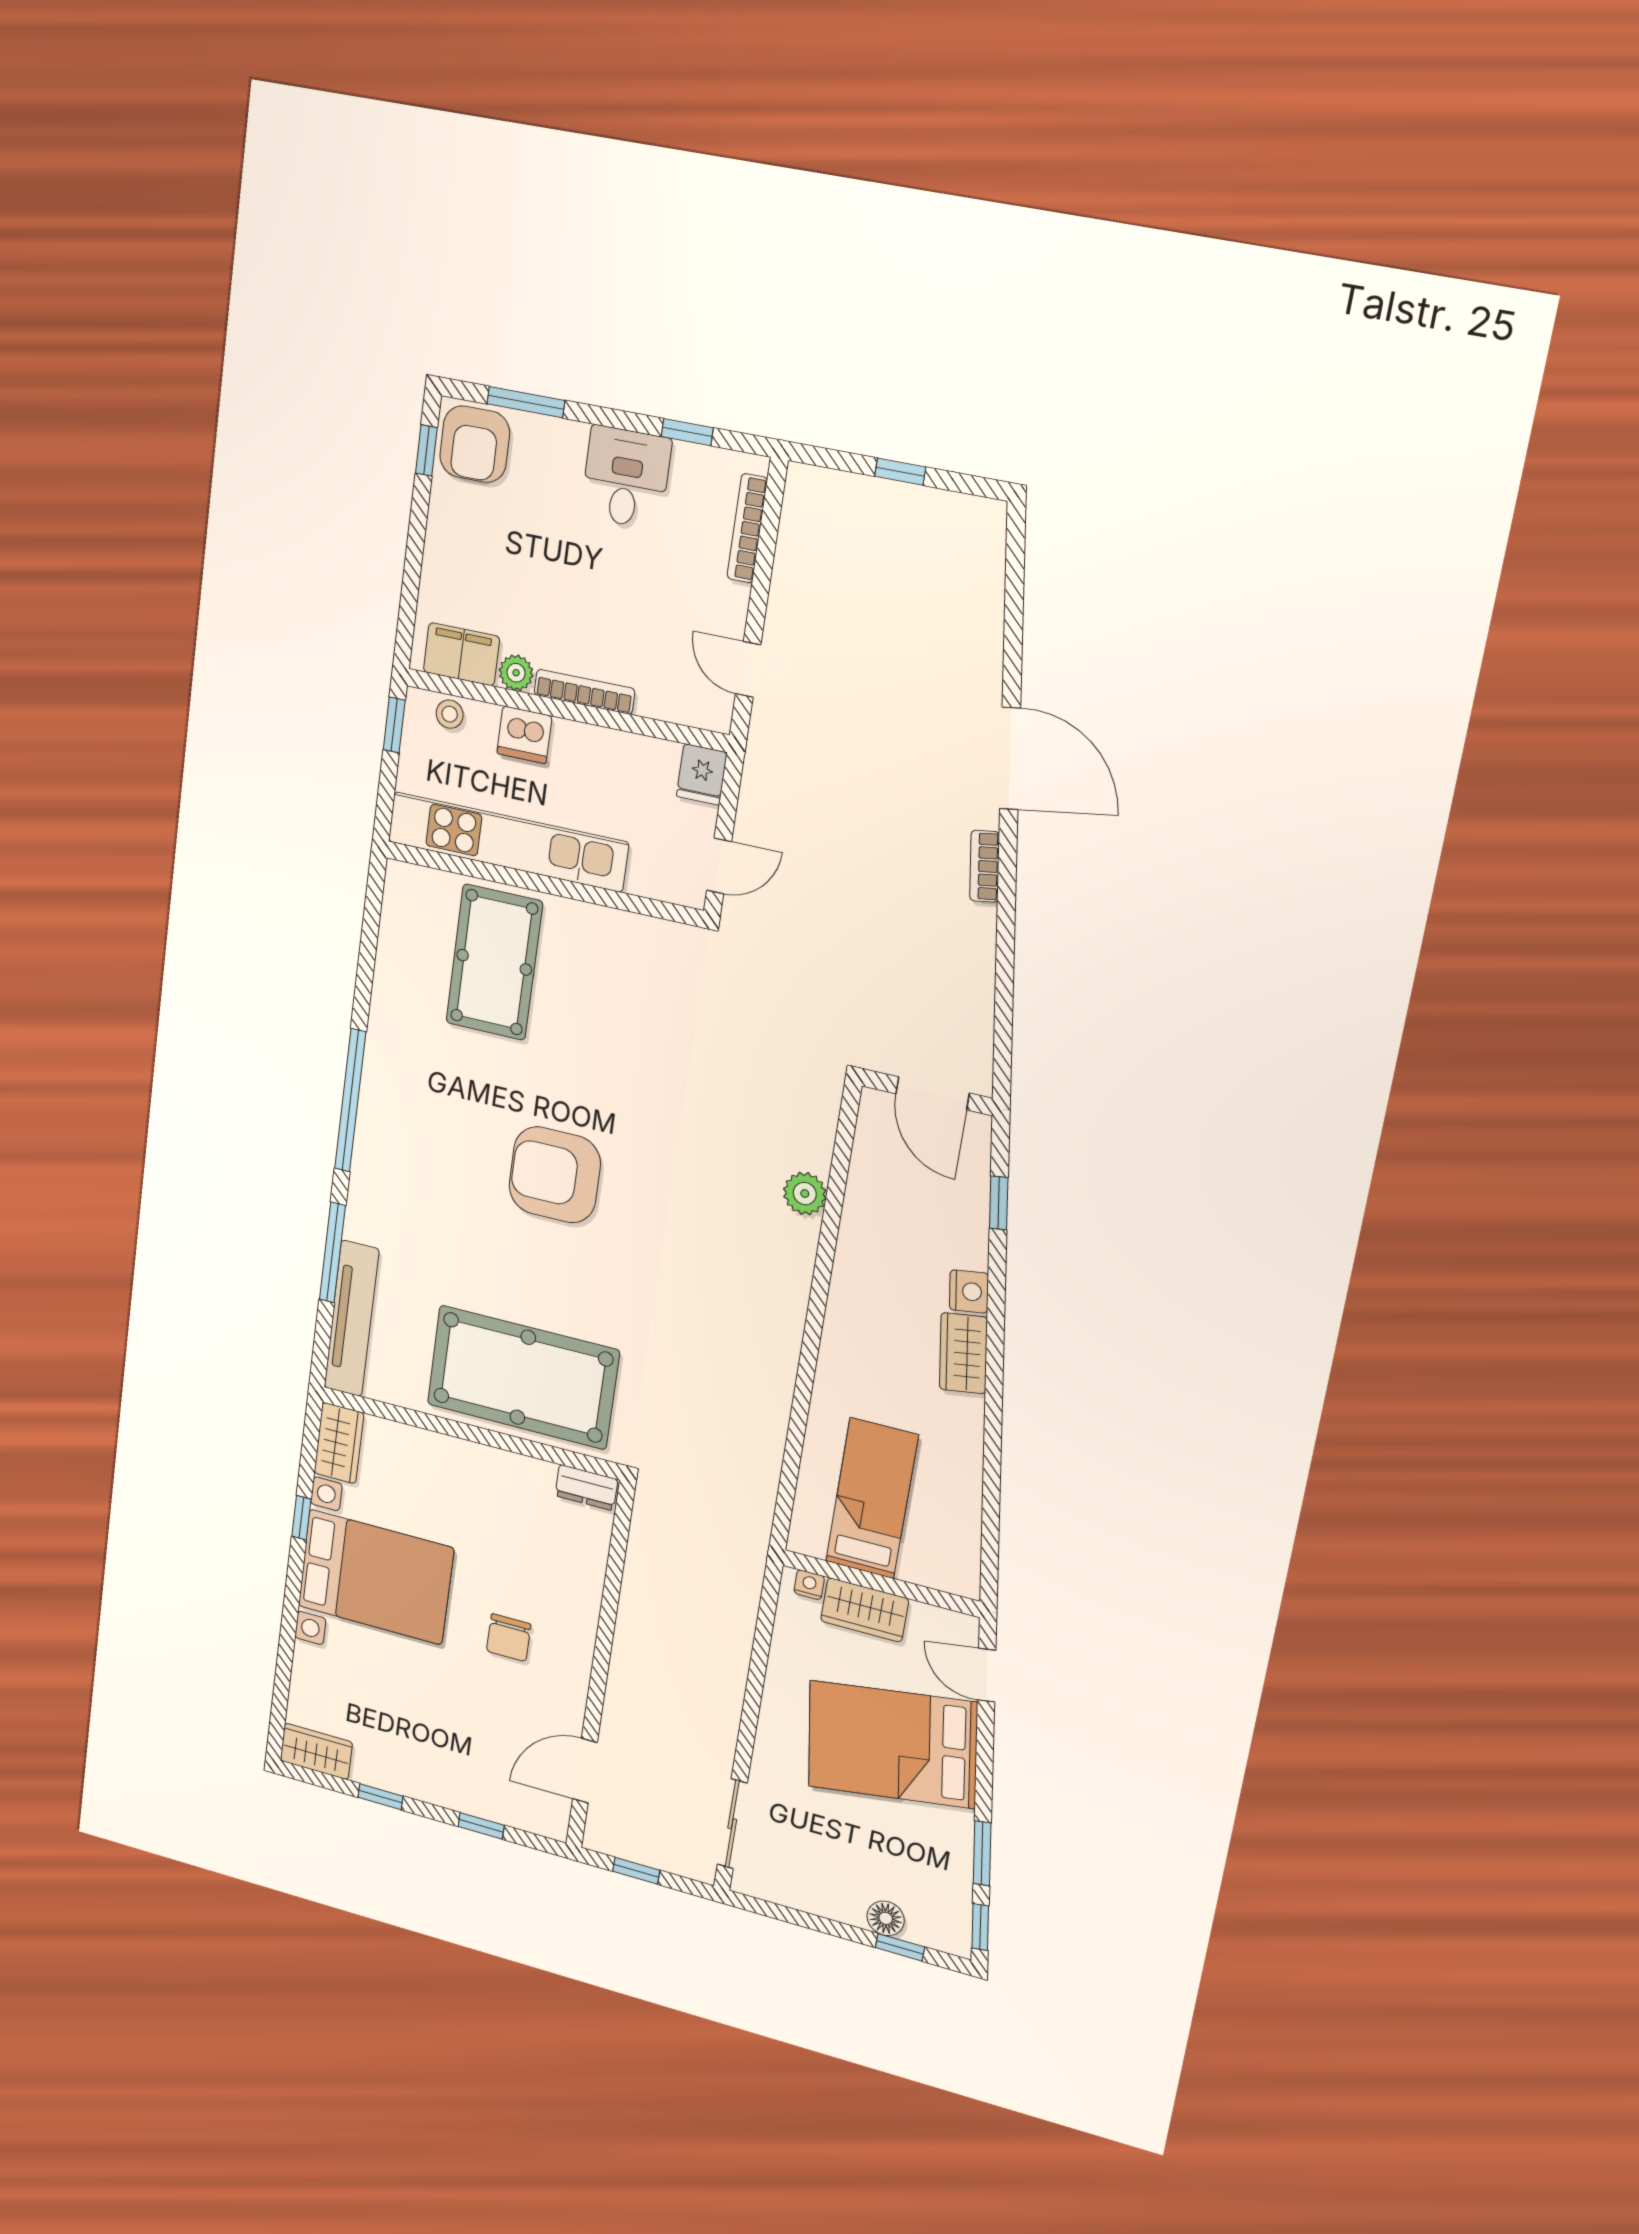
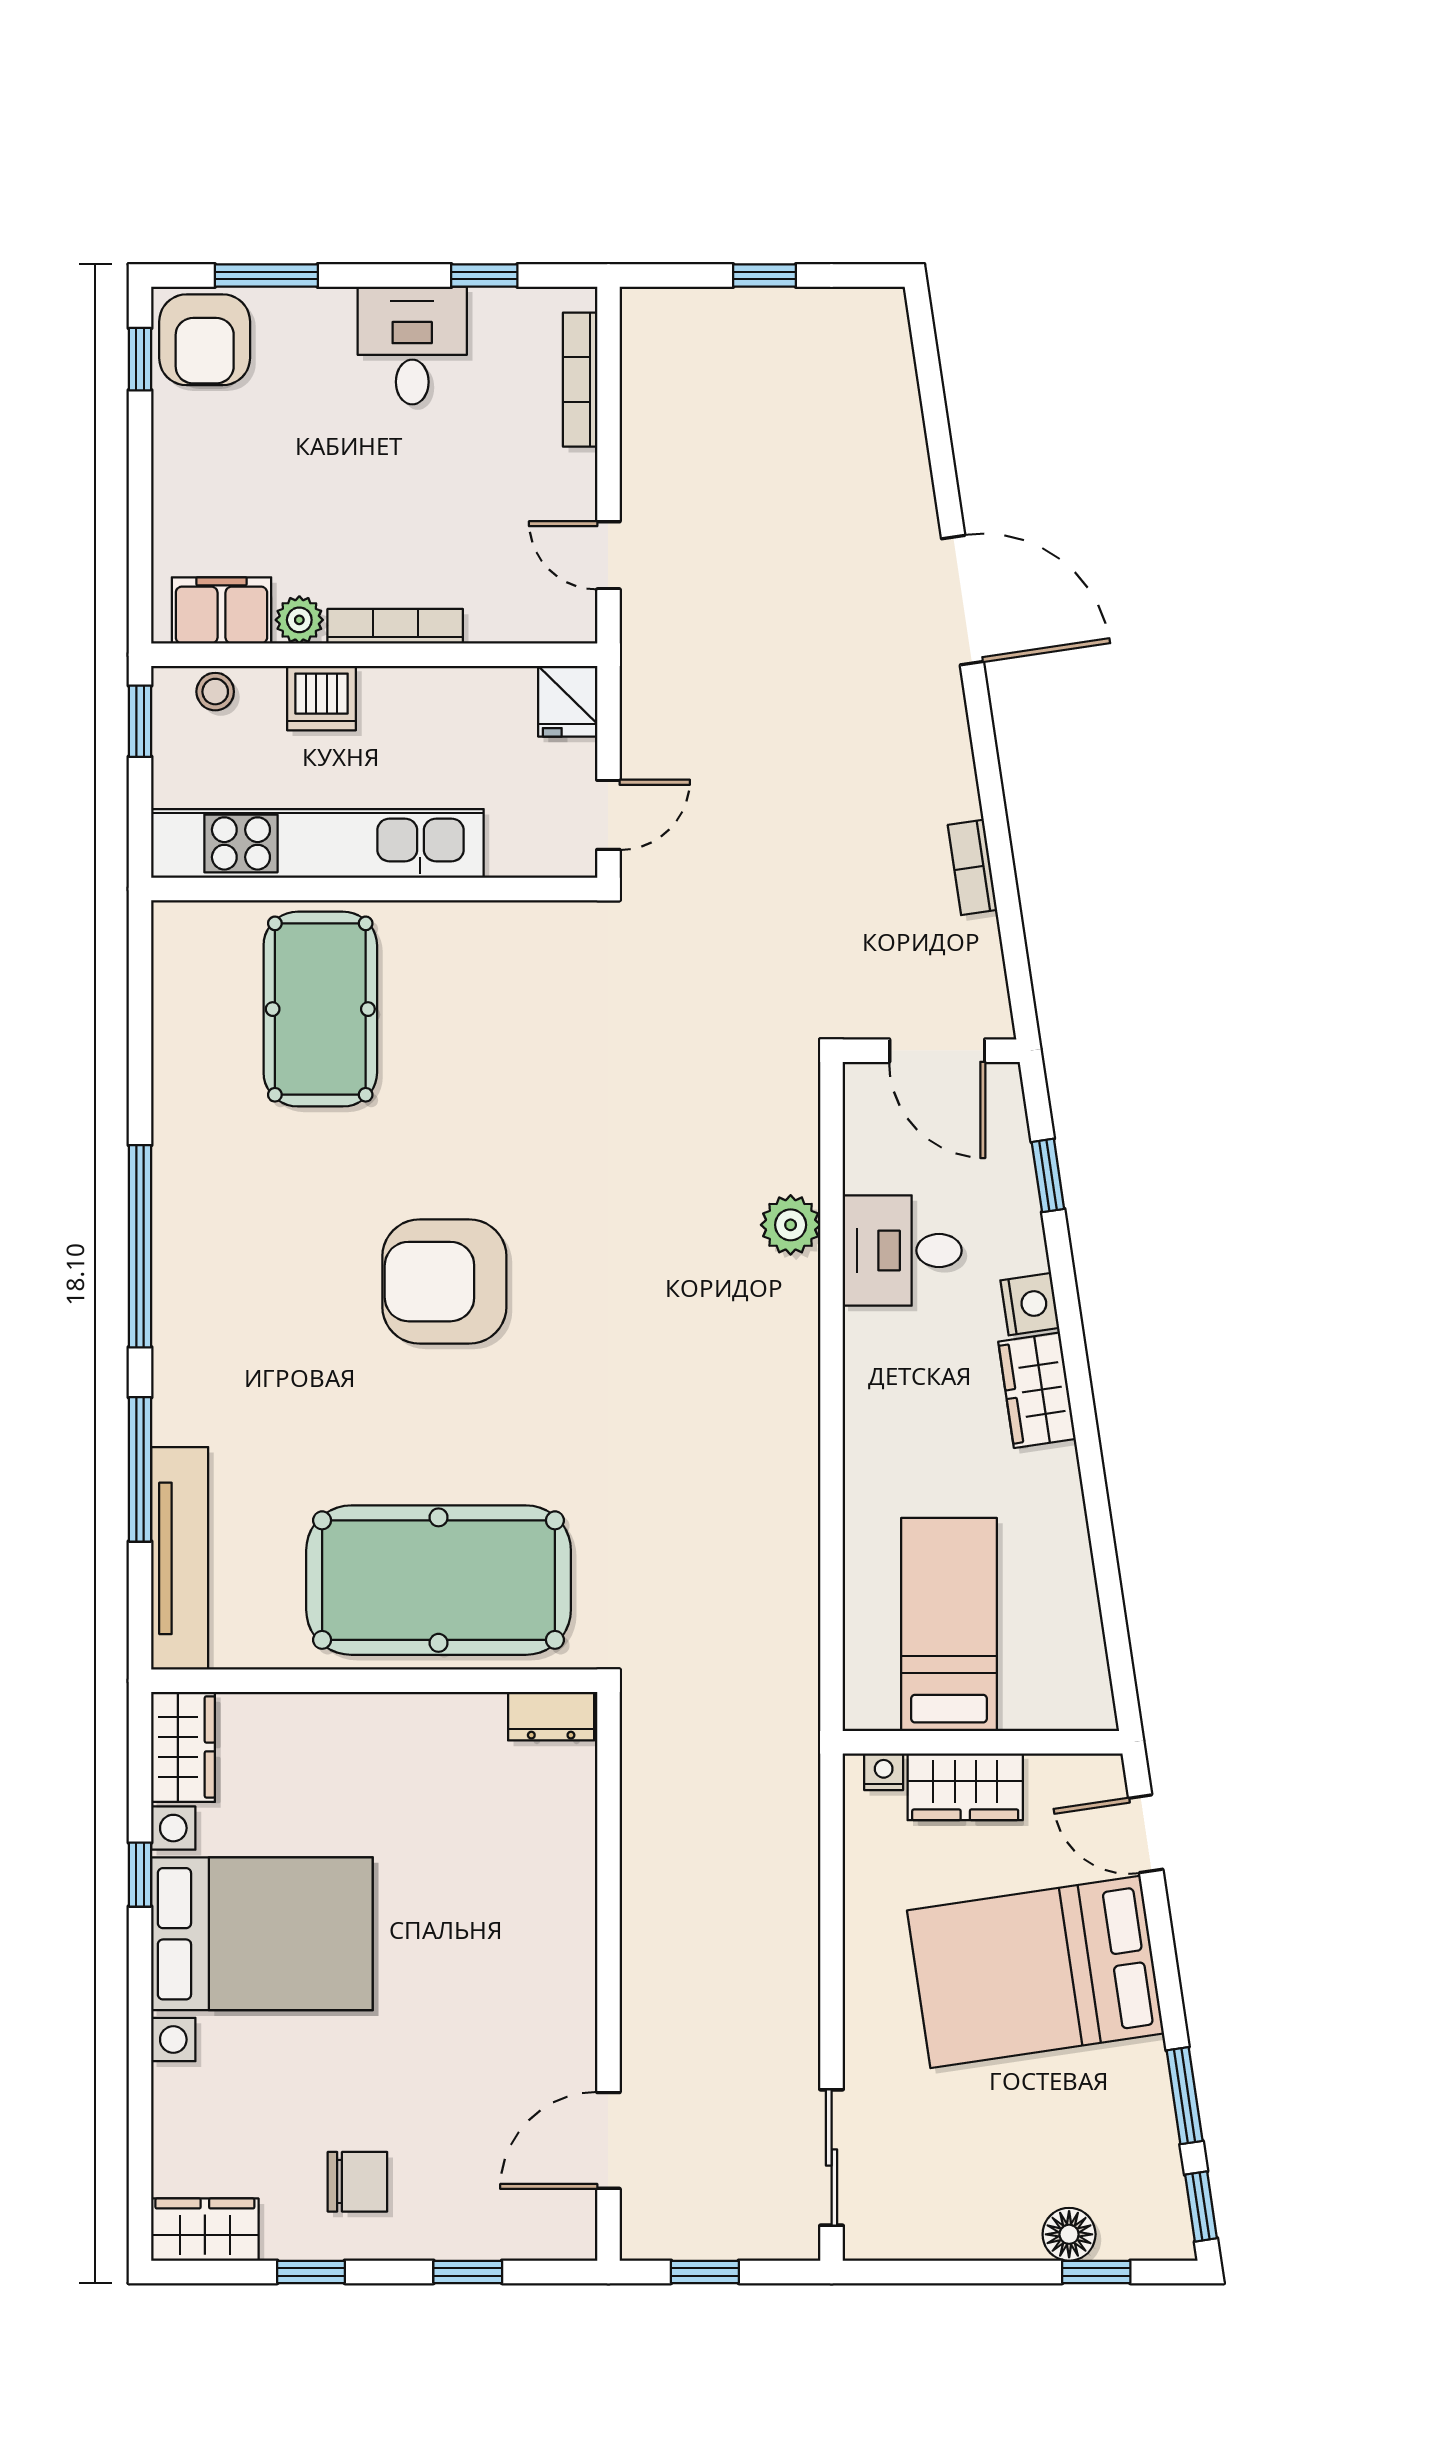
bookcase: (985, 866) -> (972, 867), moved
desk: (882, 1231) -> (902, 1250), added
chair: (509, 1638) -> (357, 2182), moved, turned -90

